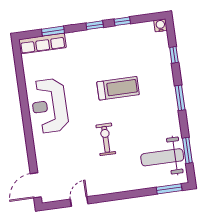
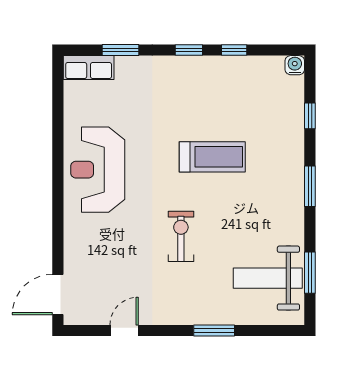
row of seats: (42, 43) -> (89, 68), width x0.68
window: (169, 189) -> (214, 330), moved

